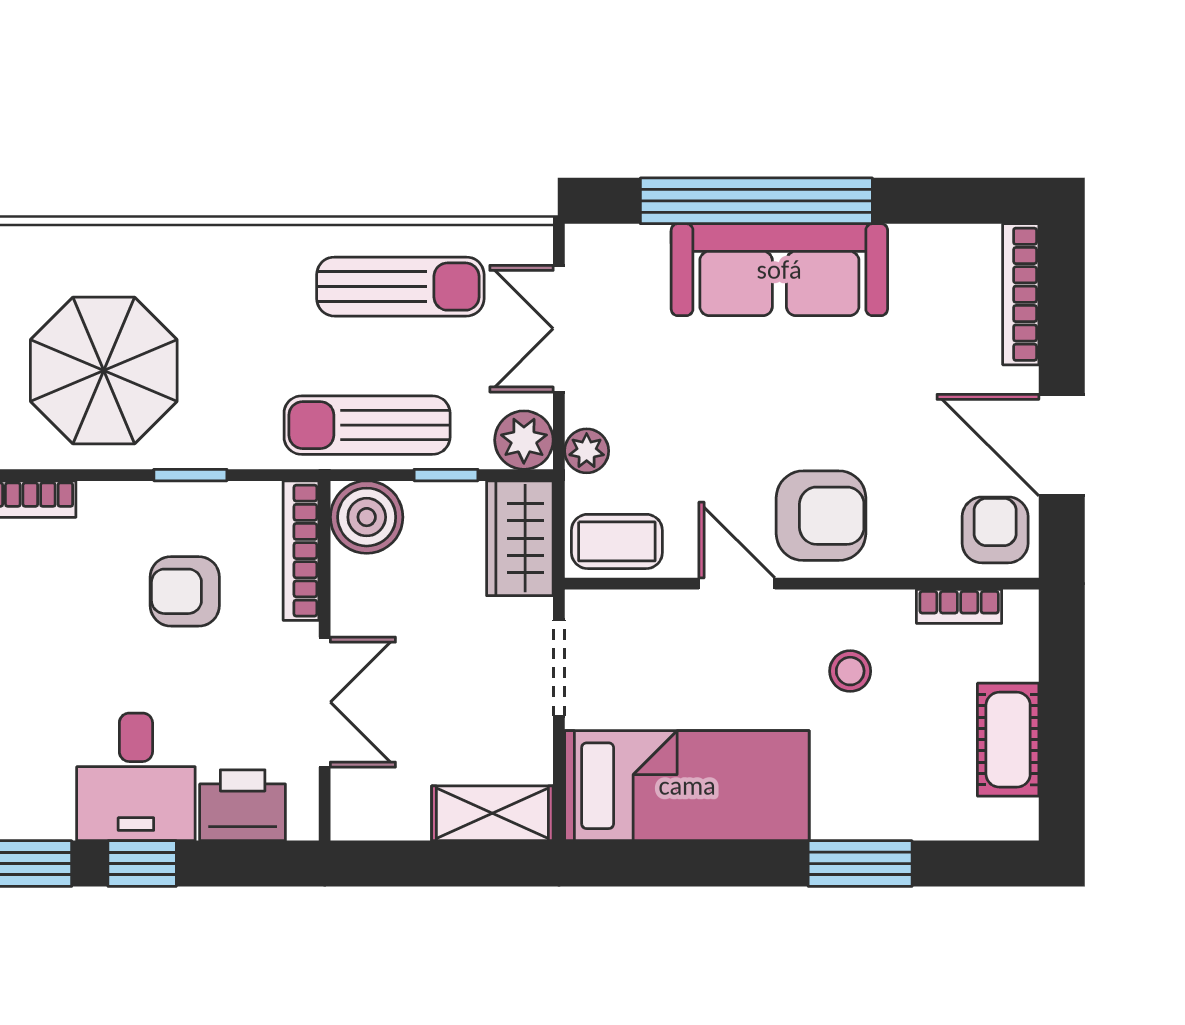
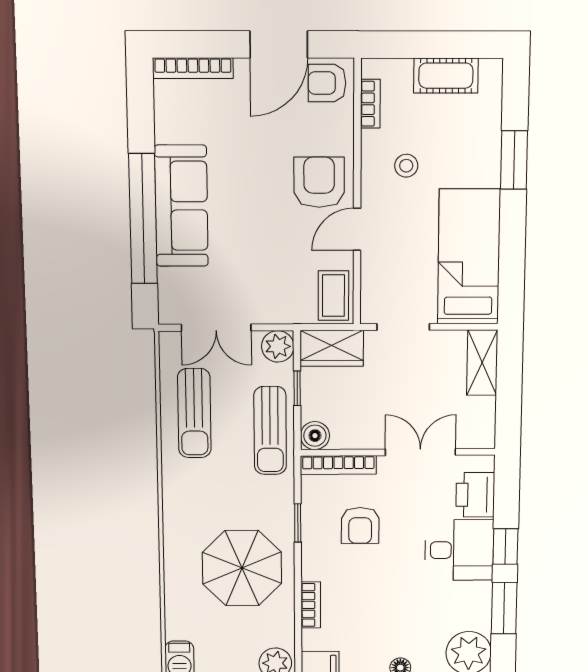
sun lounger: (400, 287) -> (194, 413), turned 180
plant: (587, 451) -> (283, 312), removed
boiler: (367, 517) -> (315, 436), width x0.73, depth x0.73

